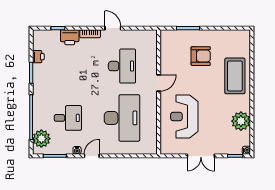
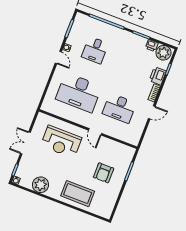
reception desk: (184, 116) -> (61, 142), turned 180
plant: (41, 139) -> (163, 53), moved

